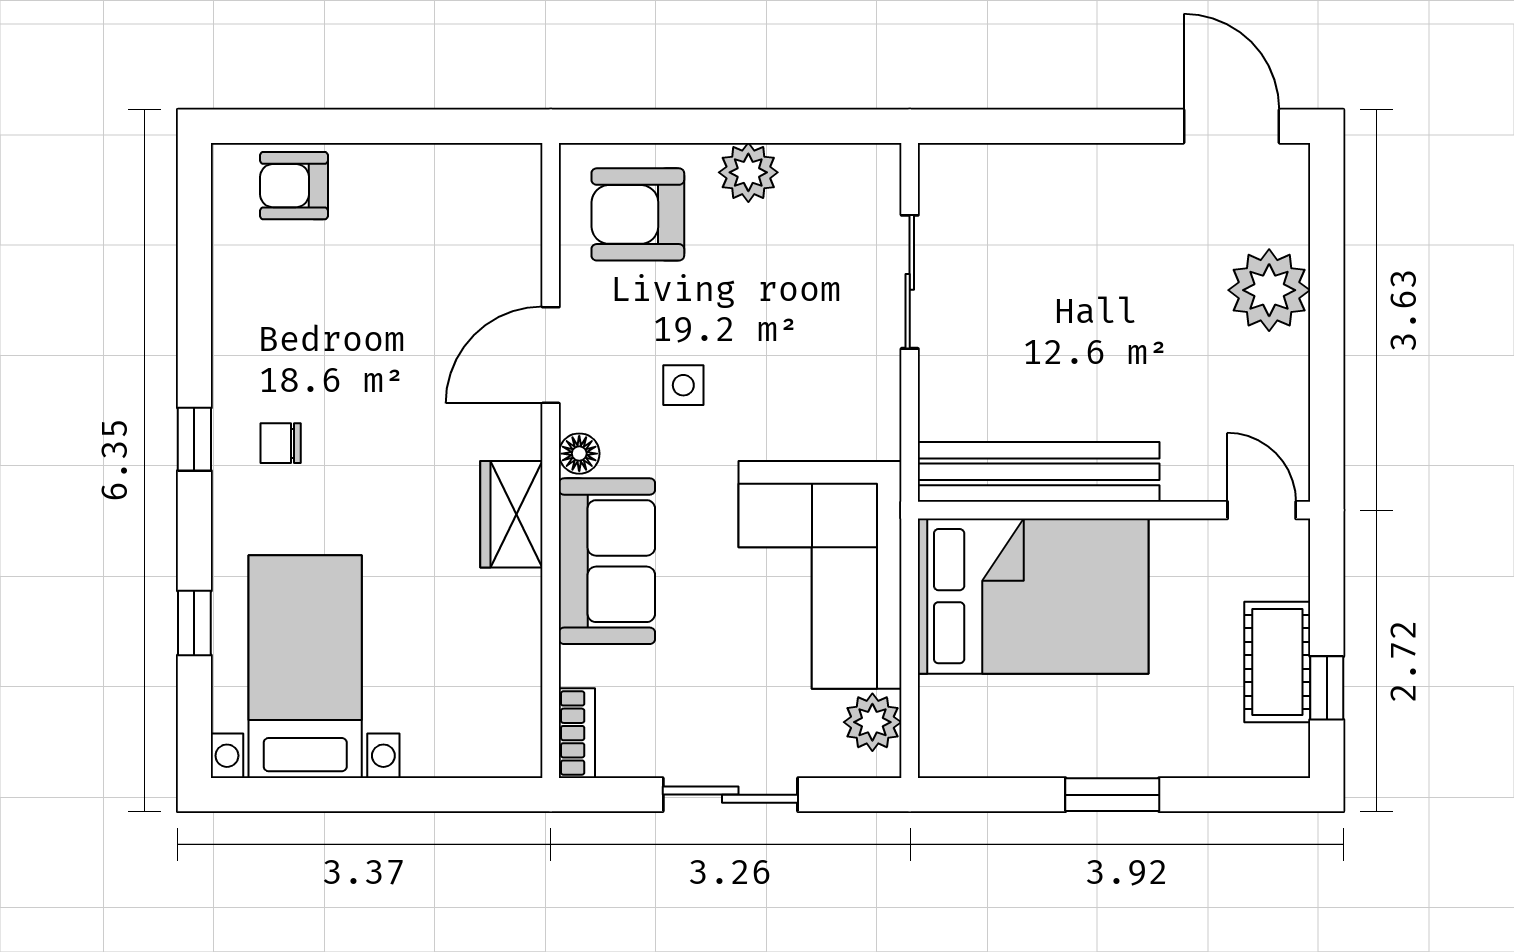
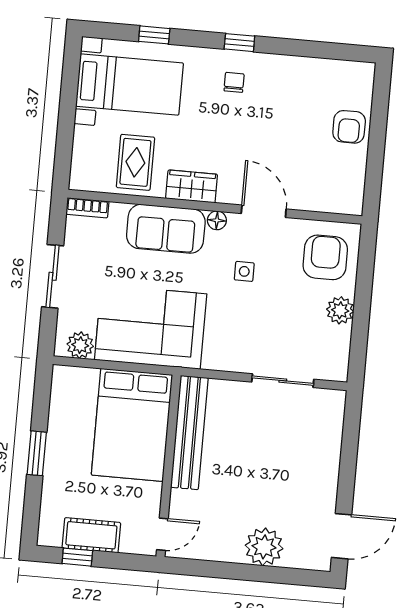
armchair: (294, 186) -> (349, 127), moved, turned 180
rug: (471, 639) -> (135, 162), added

